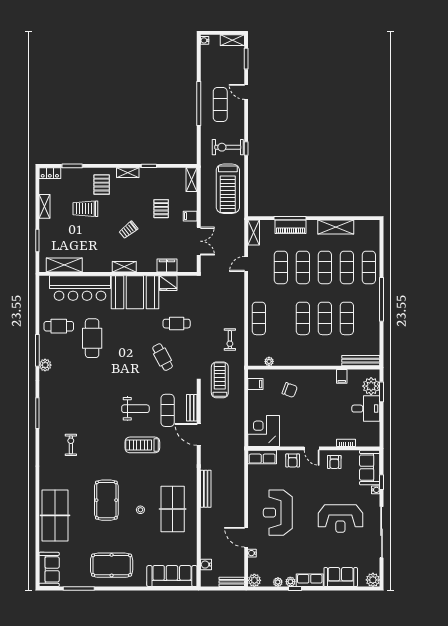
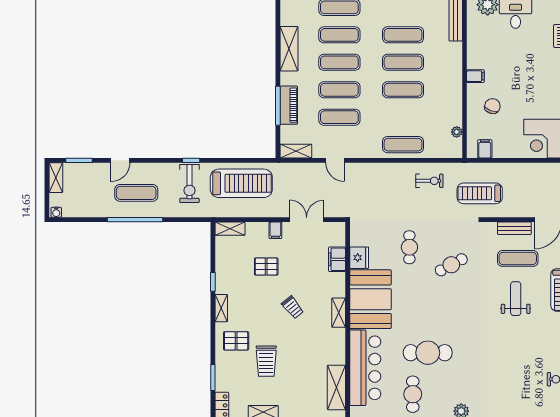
filing cabinet: (342, 376) -> (475, 76), moved

